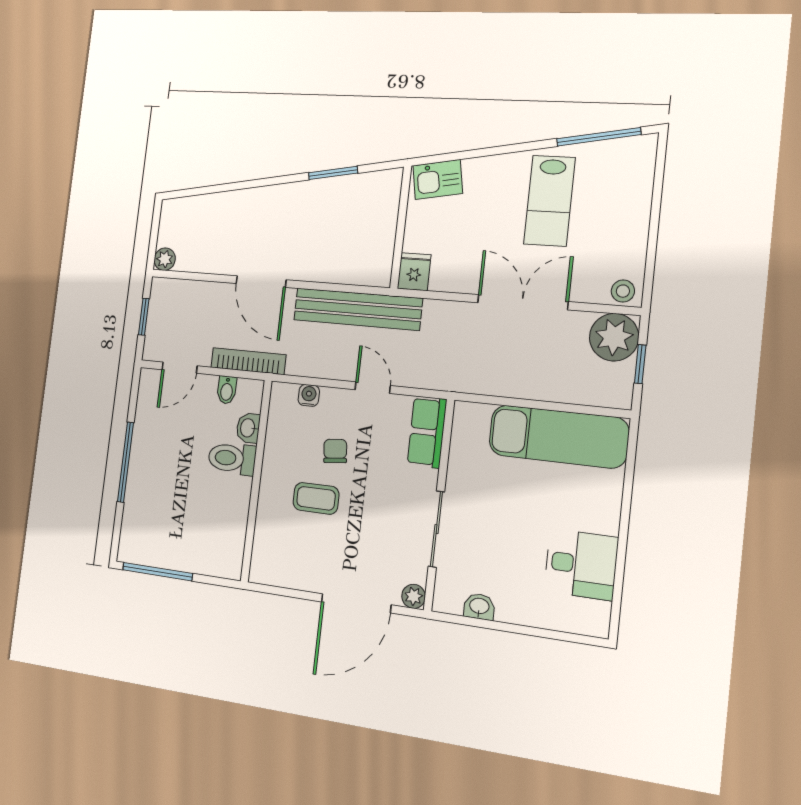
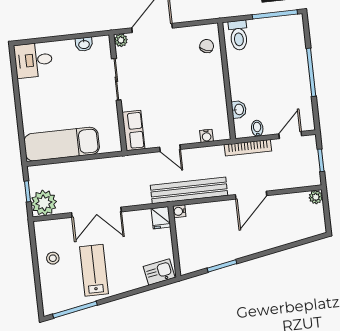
water cooler: (381, 277) -> (179, 211), added
door: (261, 282) -> (251, 195), swing flipped
stool: (623, 291) -> (53, 258), moved
chair: (335, 451) -> (207, 46), moved, turned -152
toilet: (232, 458) -> (238, 35), moved, turned 90
coffee table: (316, 498) -> (189, 79), removed
desk: (581, 564) -> (33, 60), moved

